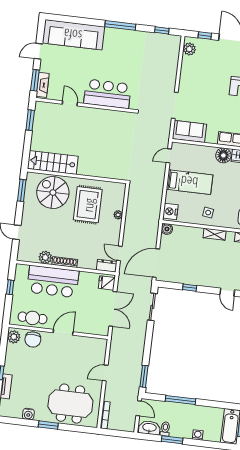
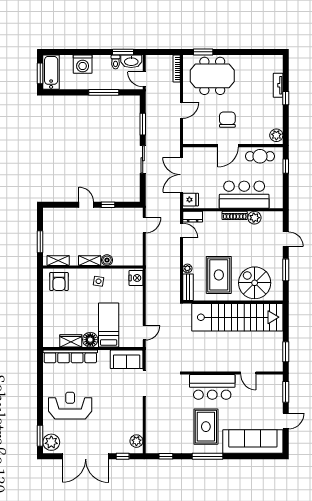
rug: (119, 55) -> (206, 427), added
fireplace: (43, 85) -> (278, 388), removed
stairs: (53, 162) -> (237, 317), width x1.86, depth x1.51
bed: (189, 182) -> (109, 325), moved, turned 90
window: (22, 190) -> (286, 270), moved
spiral stairs: (53, 192) -> (255, 283), turned 180
bench: (120, 196) -> (188, 287), added
boiler: (167, 229) -> (107, 260), moved
door: (156, 263) -> (144, 225), width x0.53
window: (10, 287) -> (286, 166), moved
door: (227, 292) -> (86, 205), moved
sliding door: (152, 307) -> (143, 159), moved
chair: (33, 339) -> (227, 120), moved
window: (144, 376) -> (143, 124), moved
water cooler: (28, 414) -> (253, 61), removed
window: (48, 425) -> (203, 52), moved
washing machine: (198, 435) -> (83, 64), width x1.89, depth x1.89
window: (172, 440) -> (123, 52), moved

